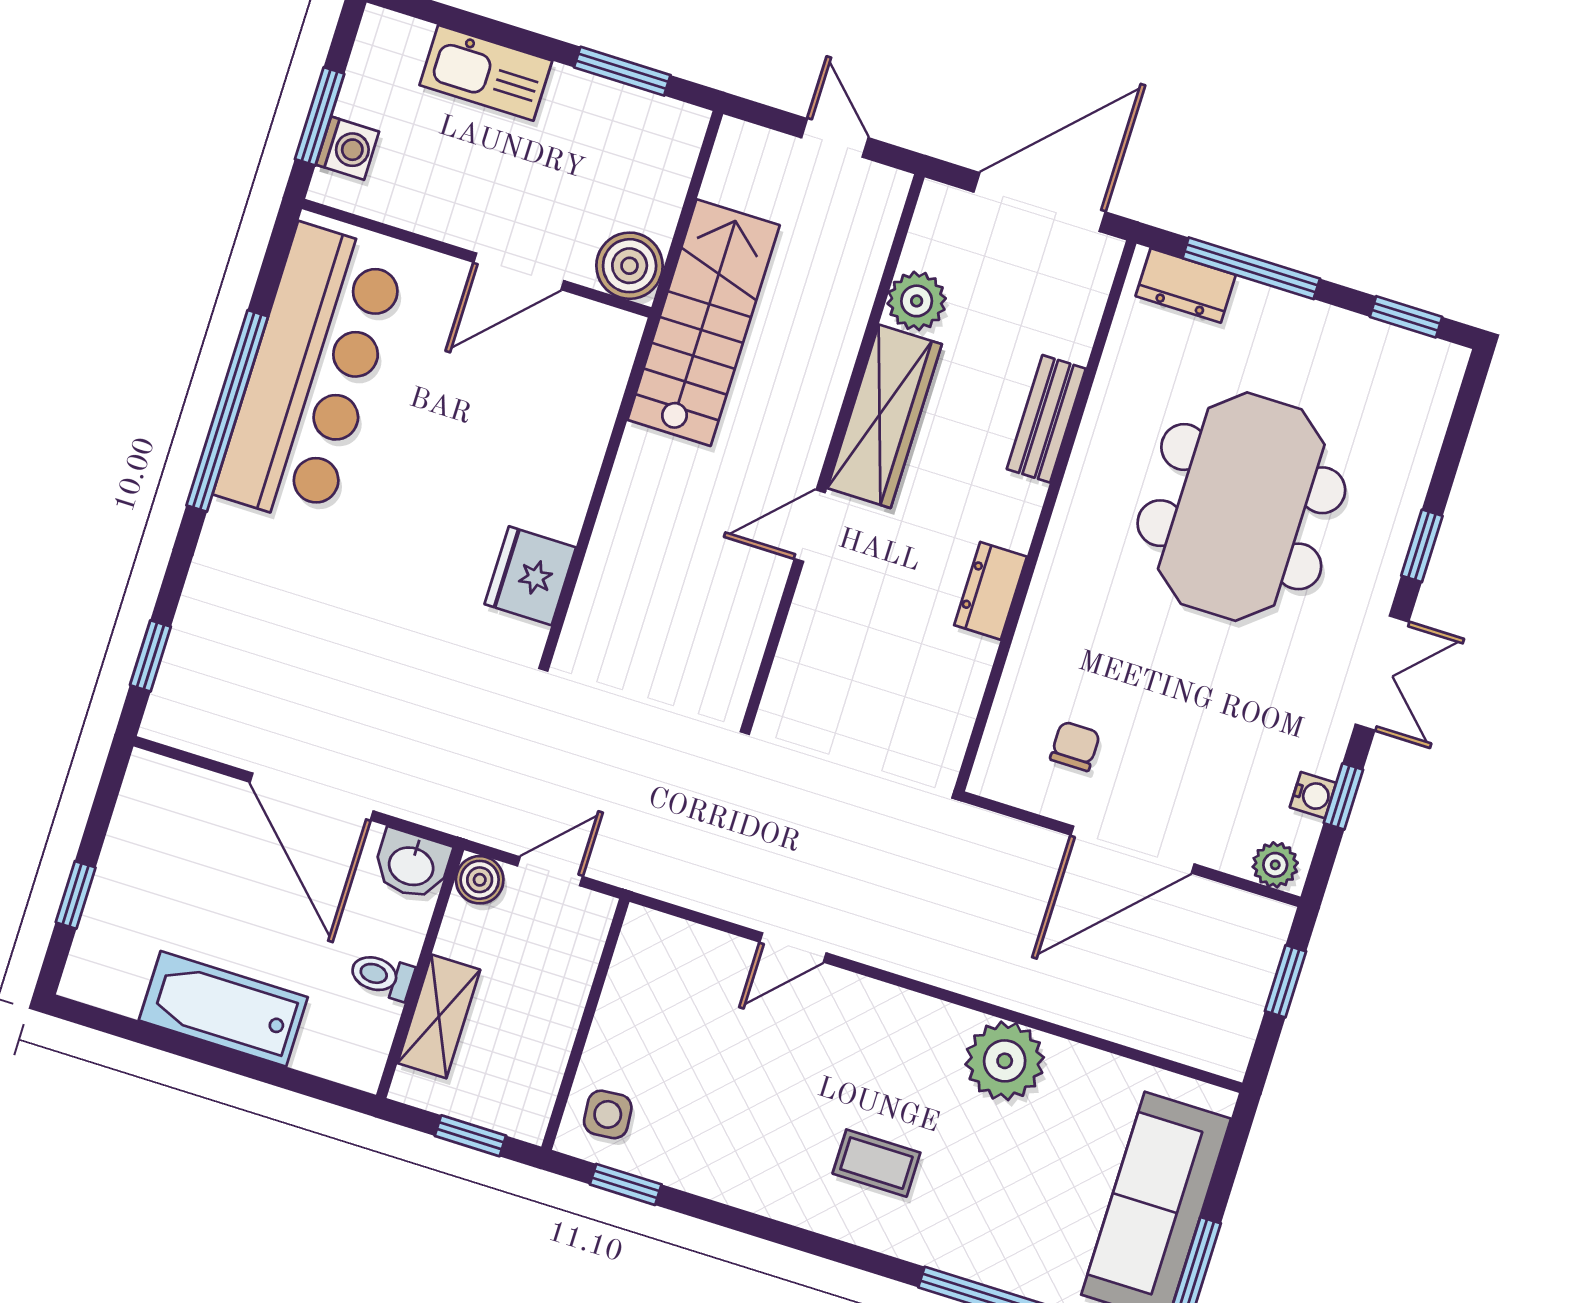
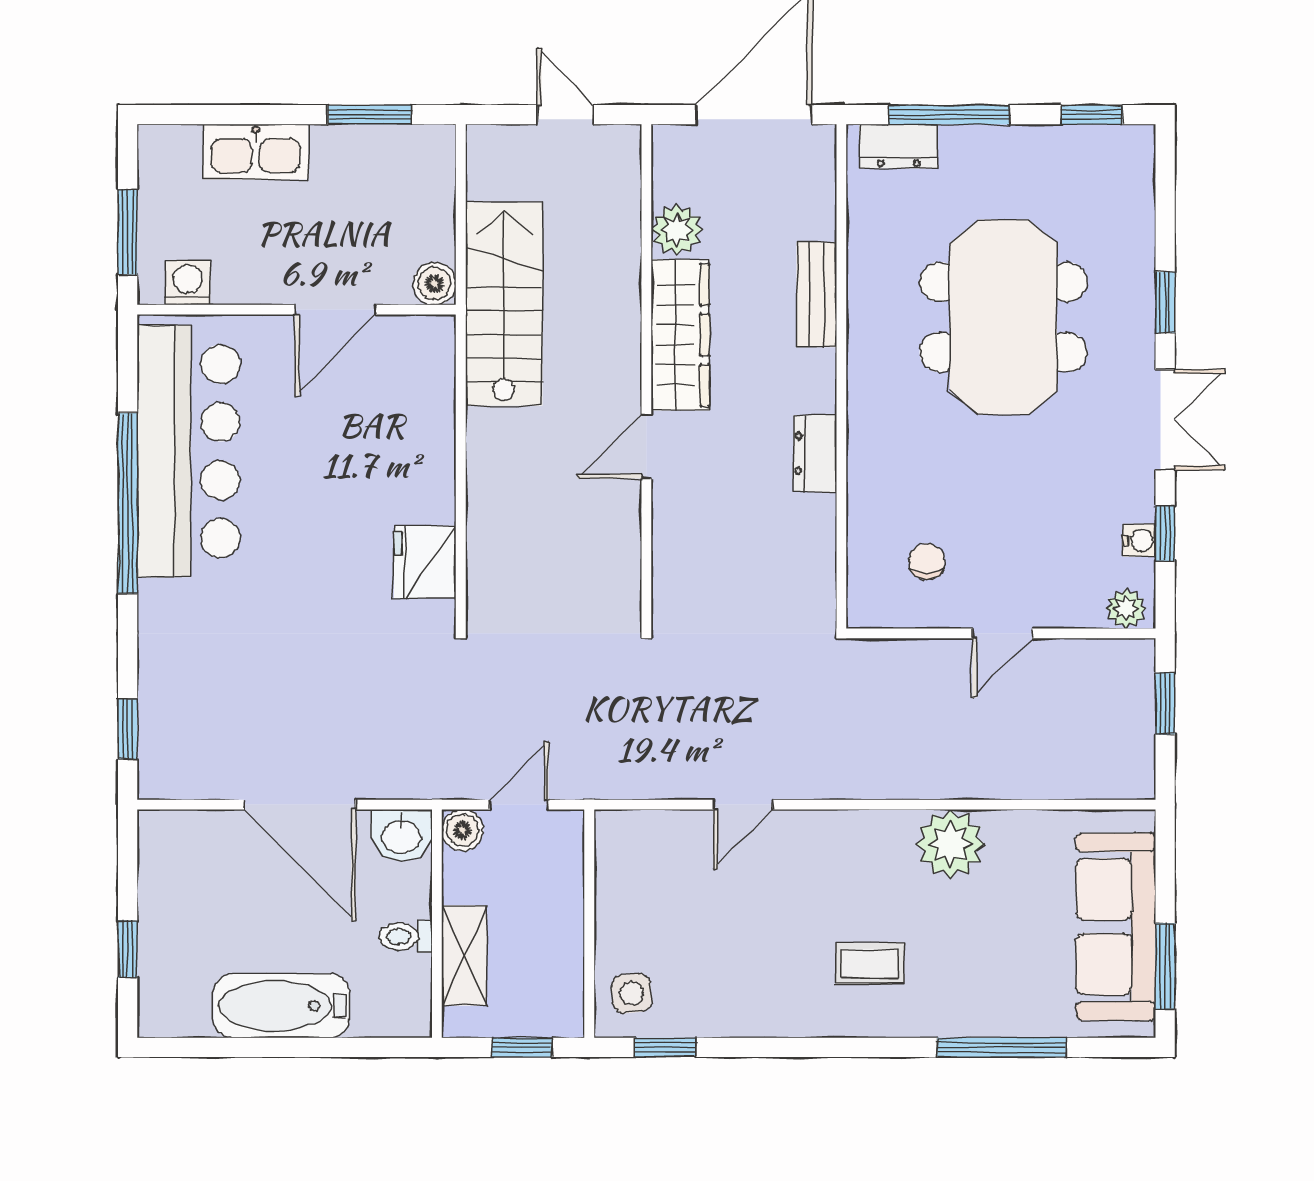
washing machine: (347, 148) -> (188, 283), moved, turned -90
boiler: (630, 266) -> (435, 284), width x0.73, depth x0.73
door: (1133, 850) -> (1002, 633), width x0.53

